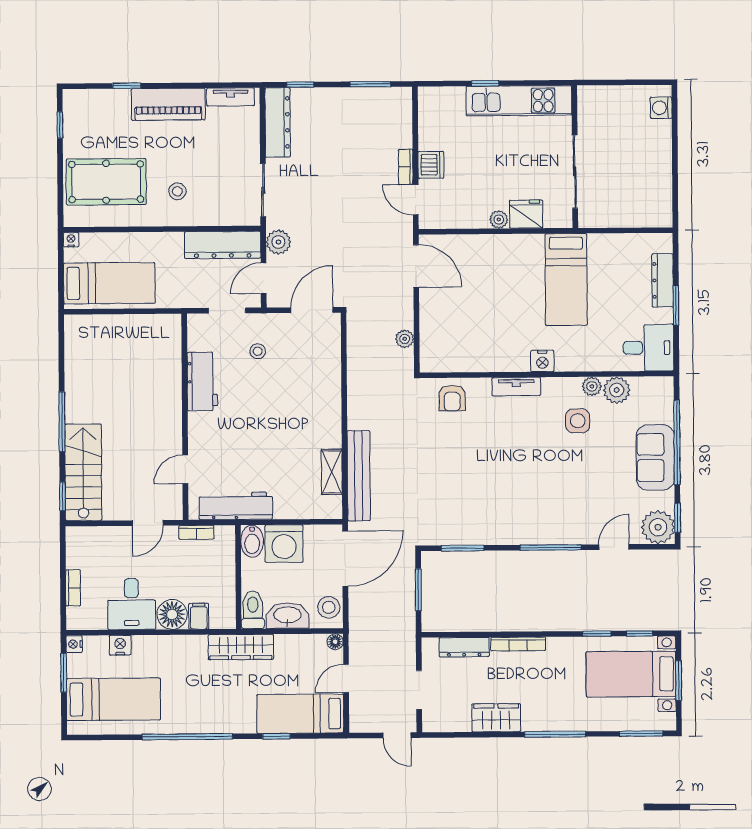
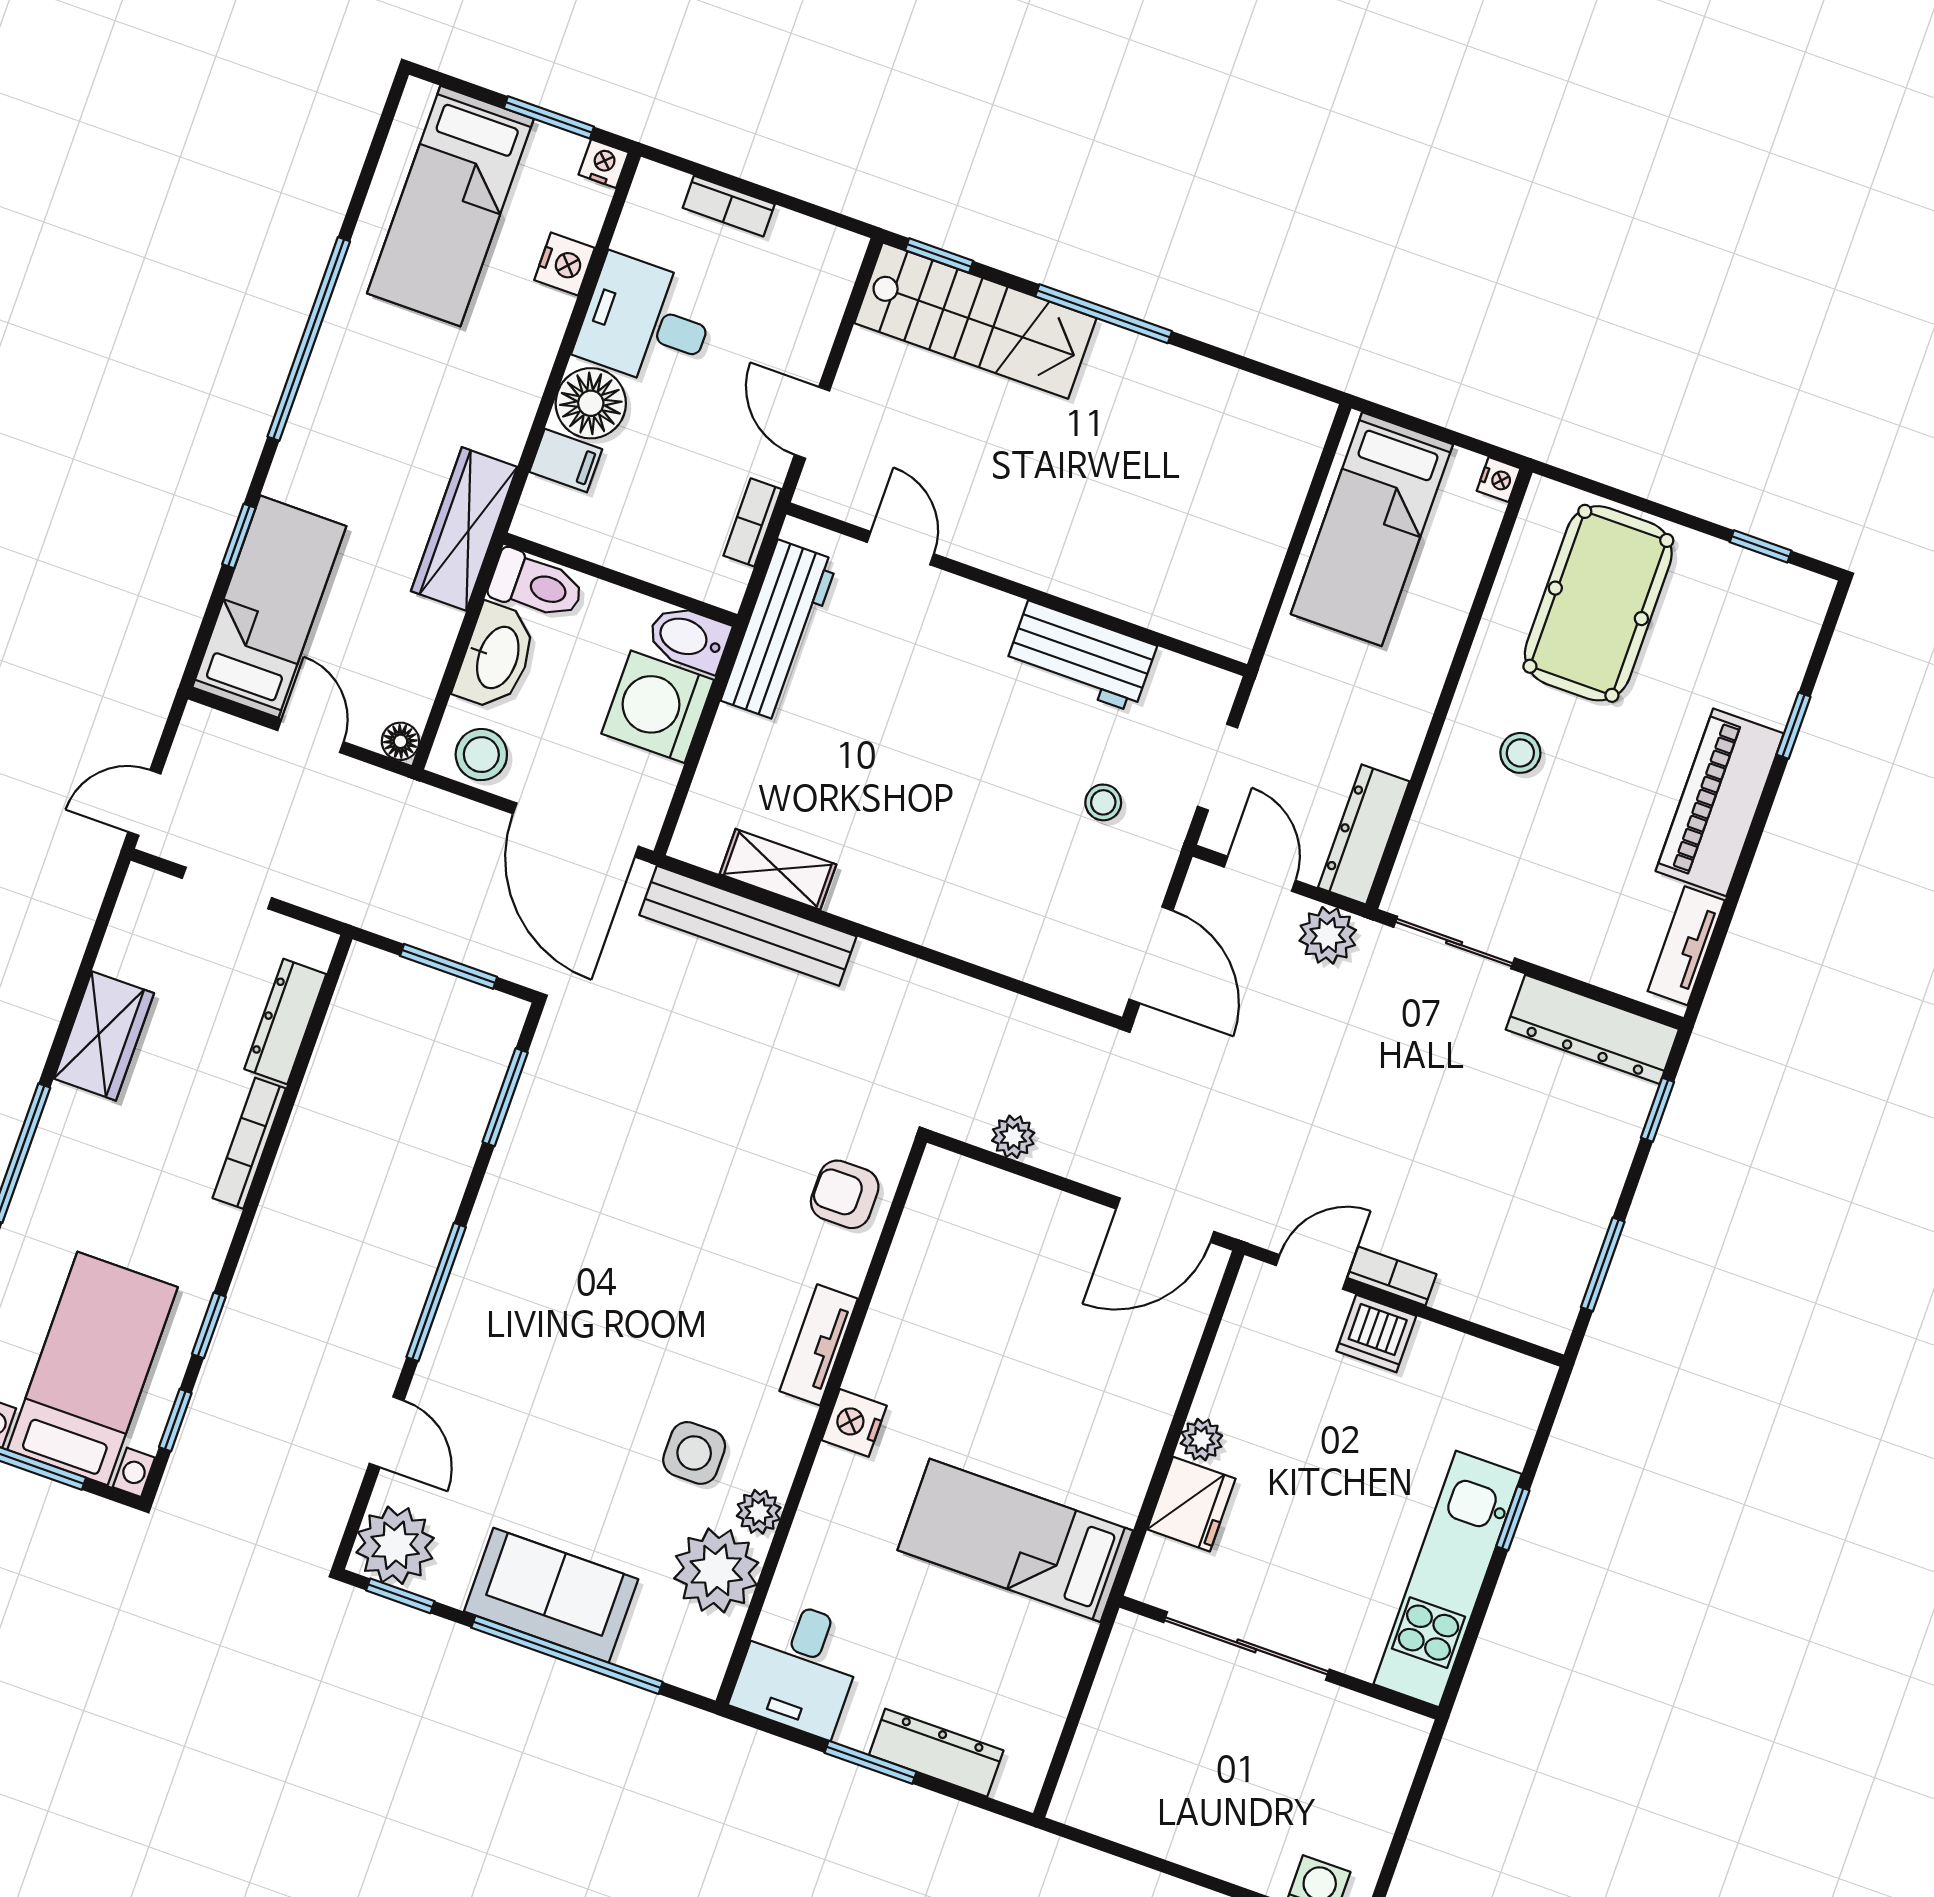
dresser: (223, 245) -> (1364, 834), width x0.73, depth x0.80
plant: (617, 390) -> (716, 1570), width x1.36, depth x1.36

